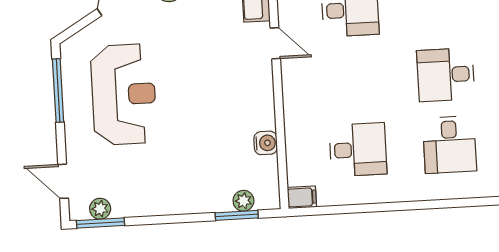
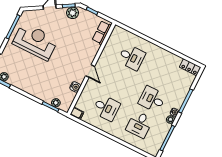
door: (275, 43) -> (90, 71), moved
reception desk: (124, 94) -> (35, 41), turned -90

